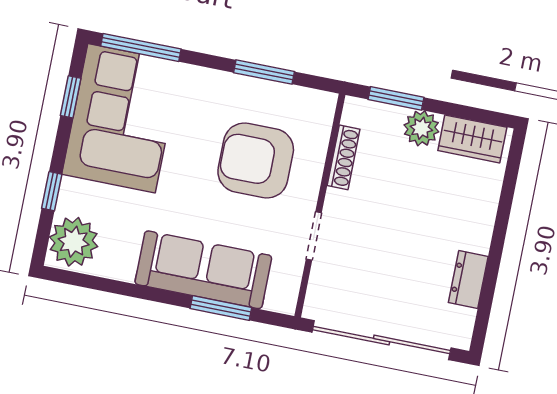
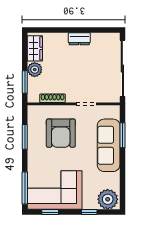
dresser: (468, 280) -> (79, 39), moved

